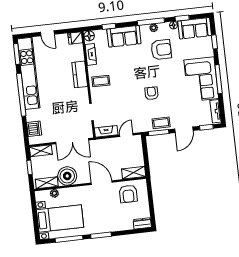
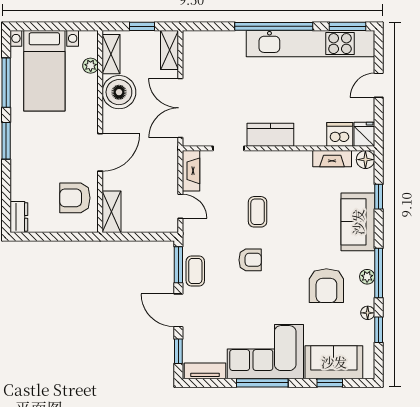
sofa: (195, 28) -> (334, 362), moved, turned 90
kitchen counter: (80, 74) -> (270, 135), moved
coffee table: (101, 81) -> (258, 212), moved
dishwasher: (34, 129) -> (340, 134), moved, turned 180

